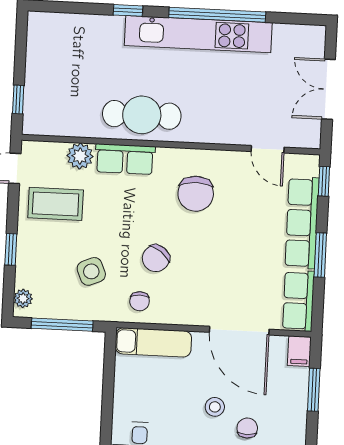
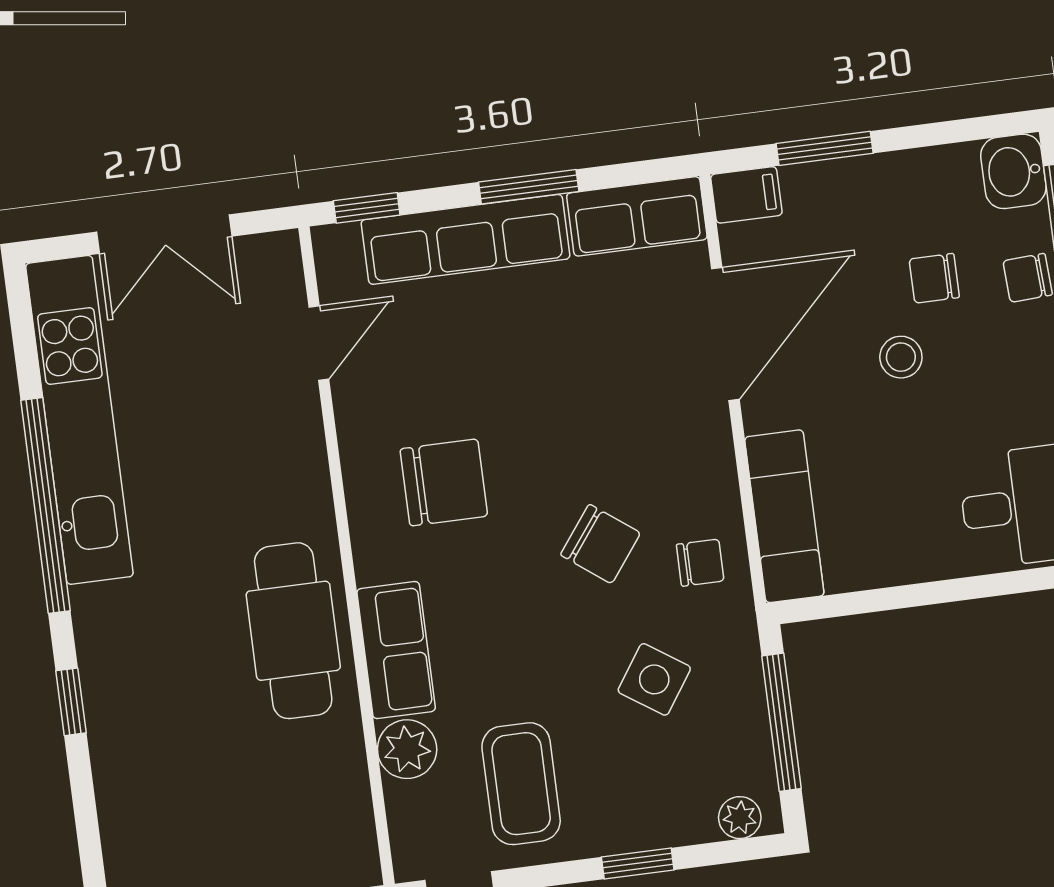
kitchen unit: (198, 34) -> (79, 420), moved
side table: (91, 271) -> (654, 679), turned -33

